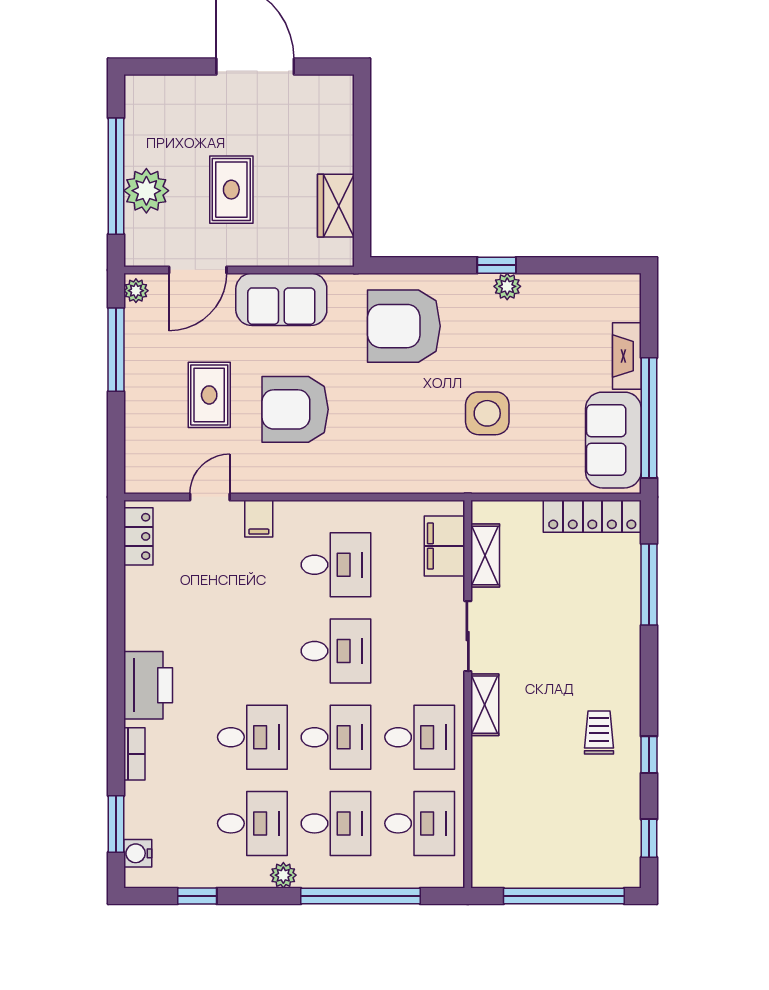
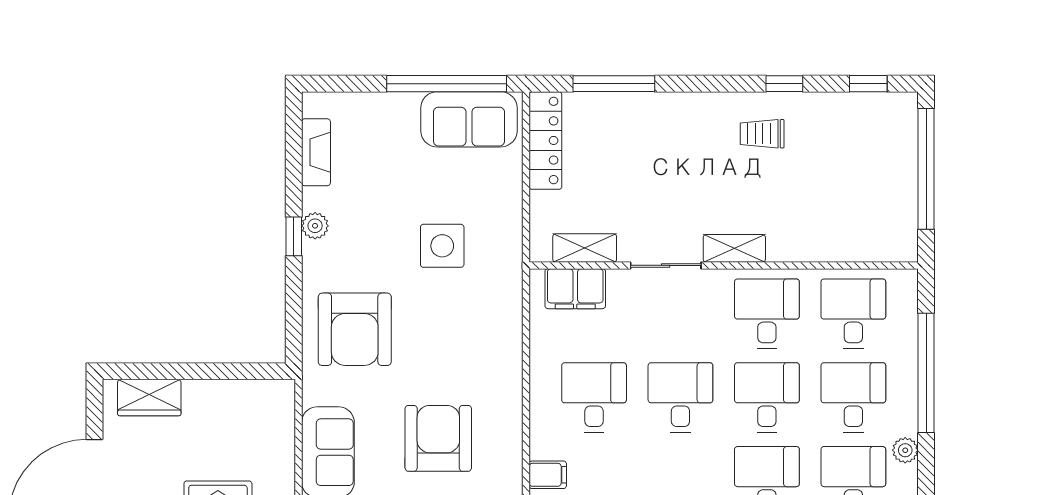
wardrobe: (336, 206) -> (149, 398), moved
fireplace: (627, 356) -> (316, 152), moved, turned -90
armchair: (295, 409) -> (438, 438), turned 180

